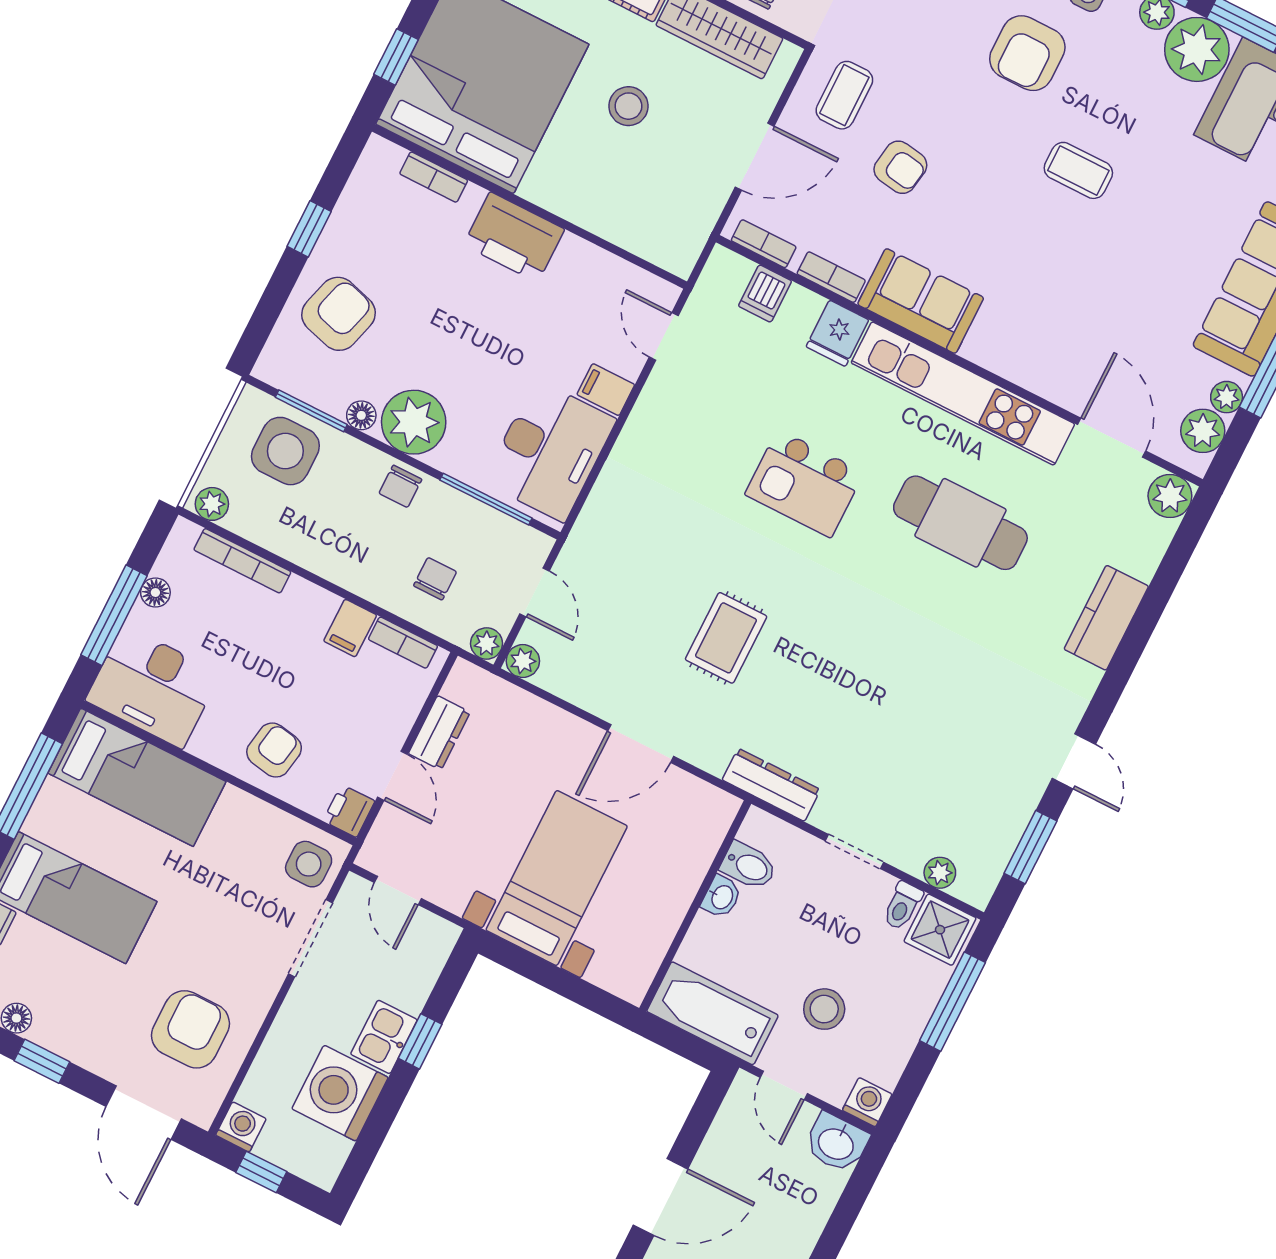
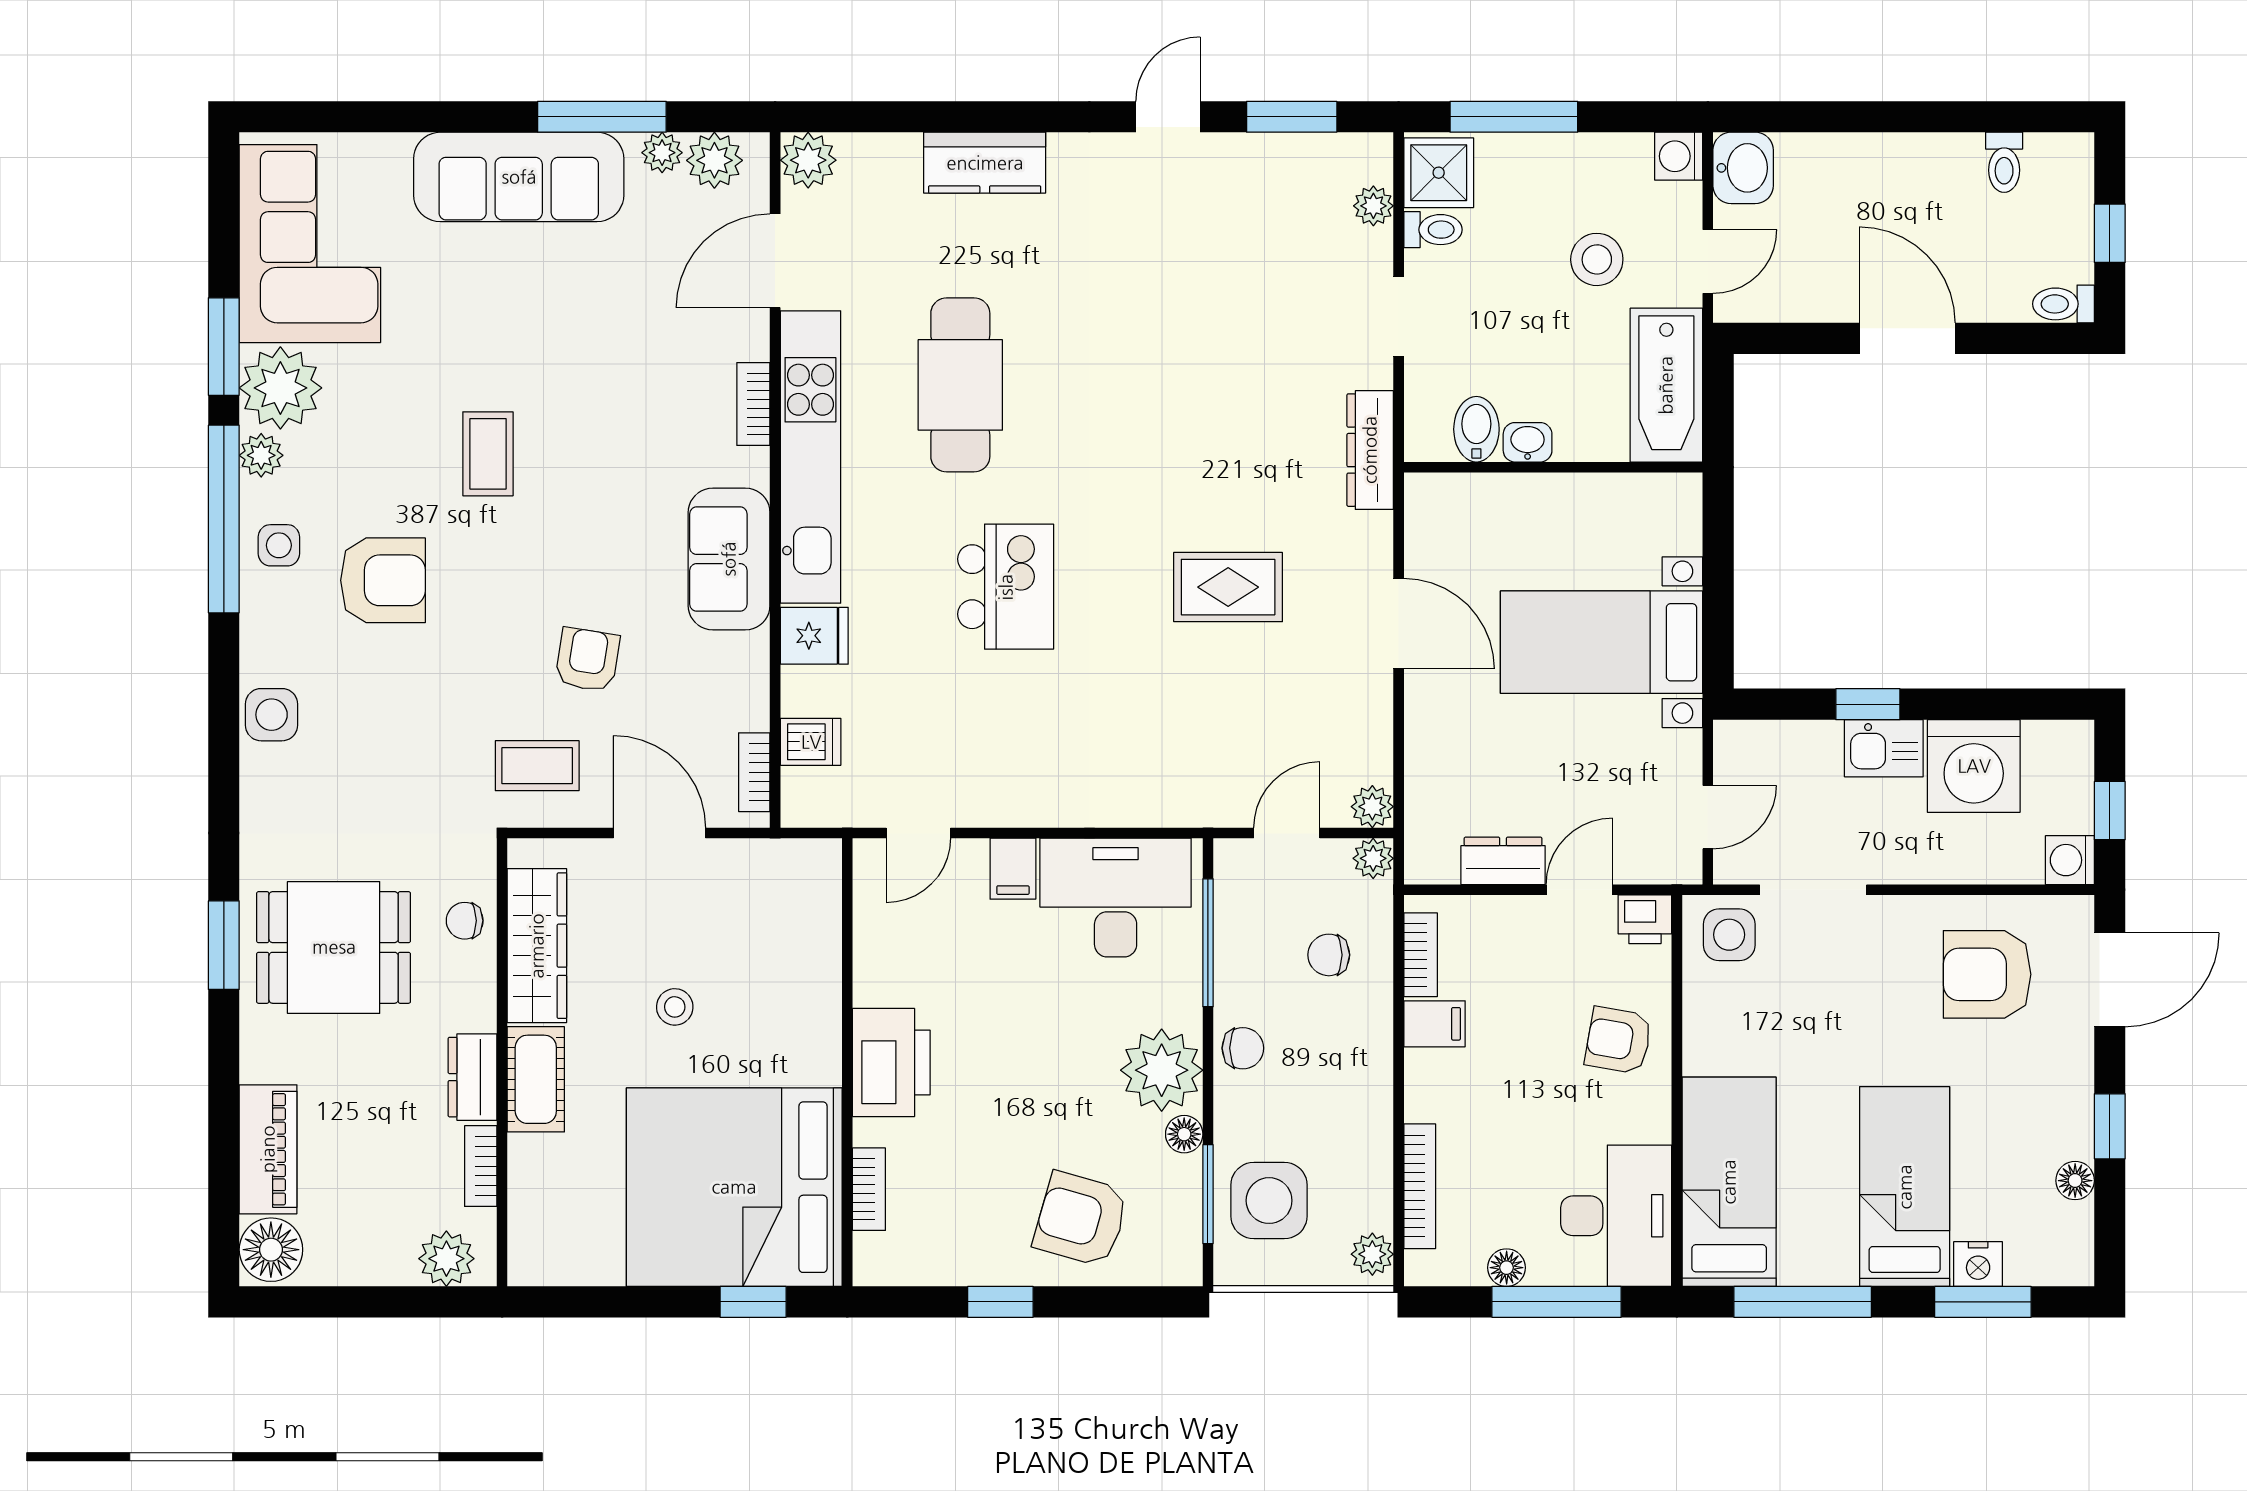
stool: (628, 106) -> (675, 1007), width x0.73, depth x0.73
bookcase: (831, 277) -> (753, 404), moved

